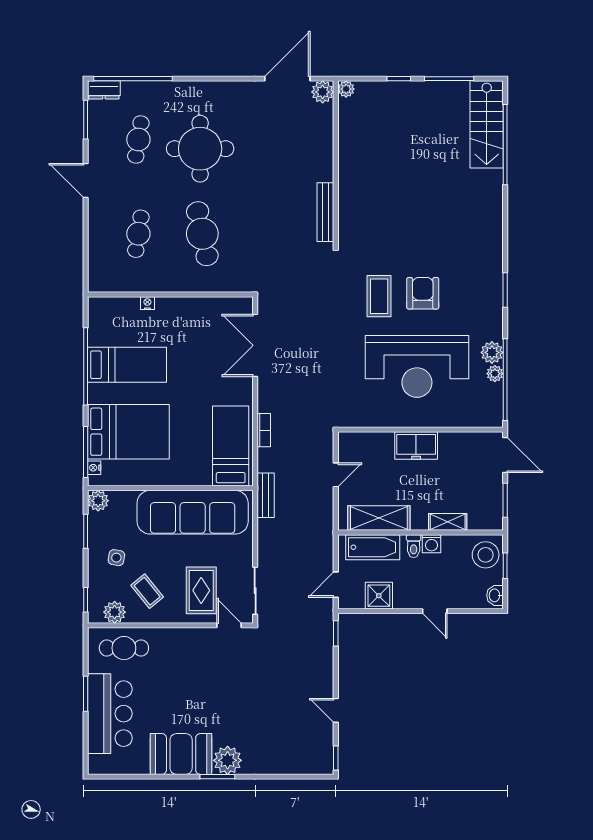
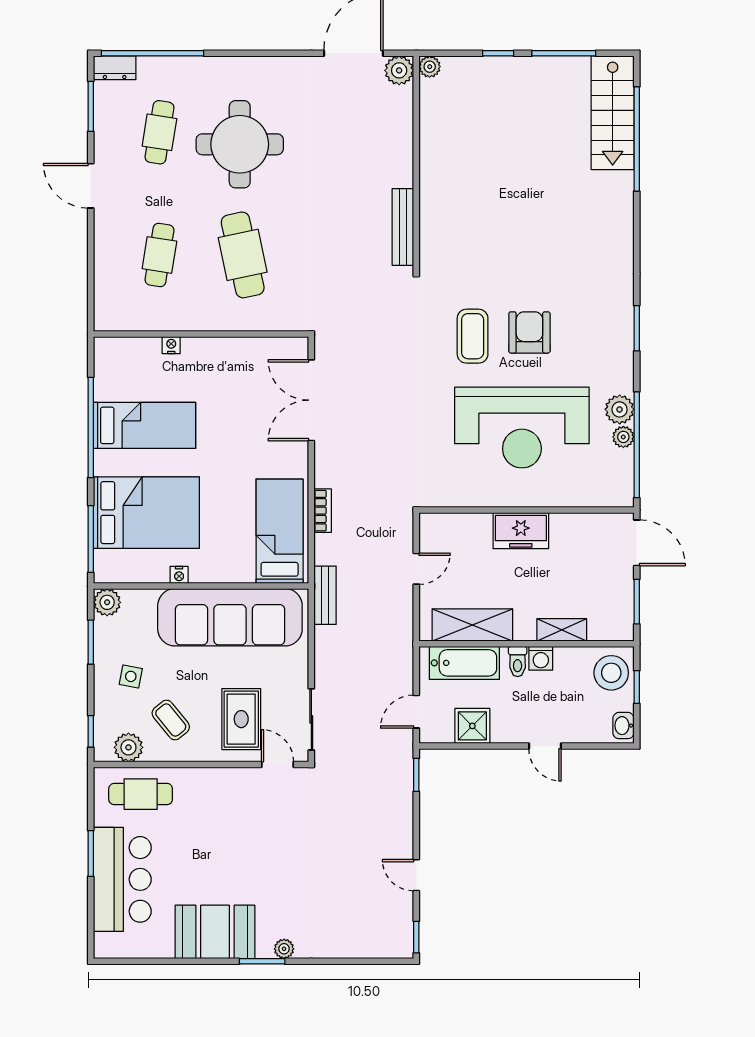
nightstand: (94, 468) -> (179, 575), moved, turned -90
plant: (228, 760) -> (284, 949), width x0.53, depth x0.53

